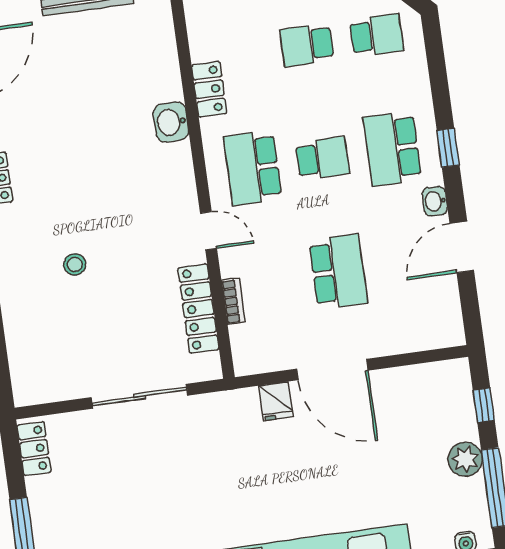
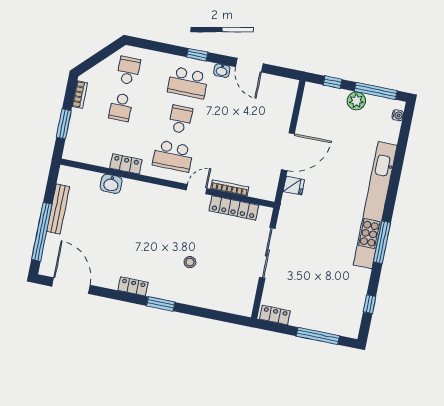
washbasin: (171, 122) -> (111, 184), moved
school desk: (338, 272) -> (240, 131), removed
bookcase: (233, 301) -> (230, 188), width x1.56

